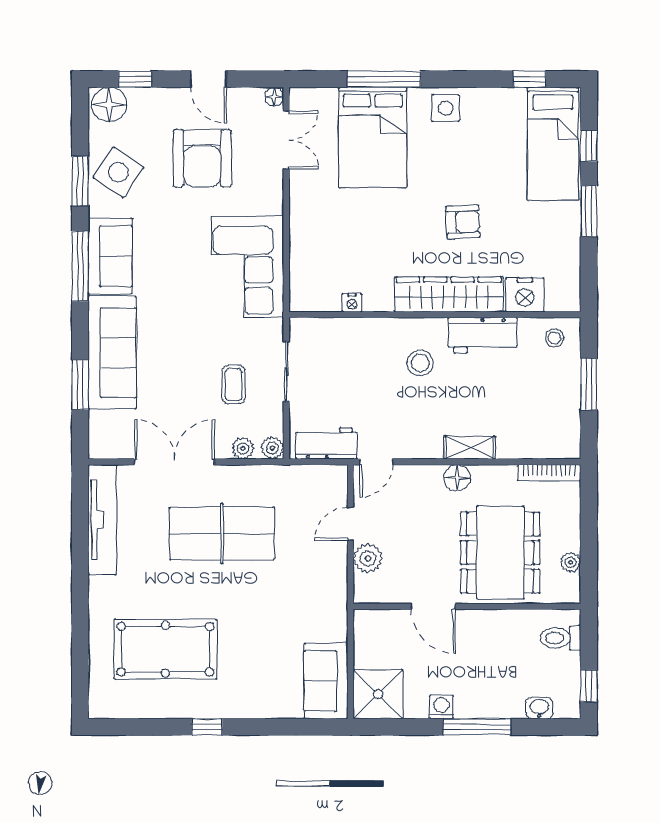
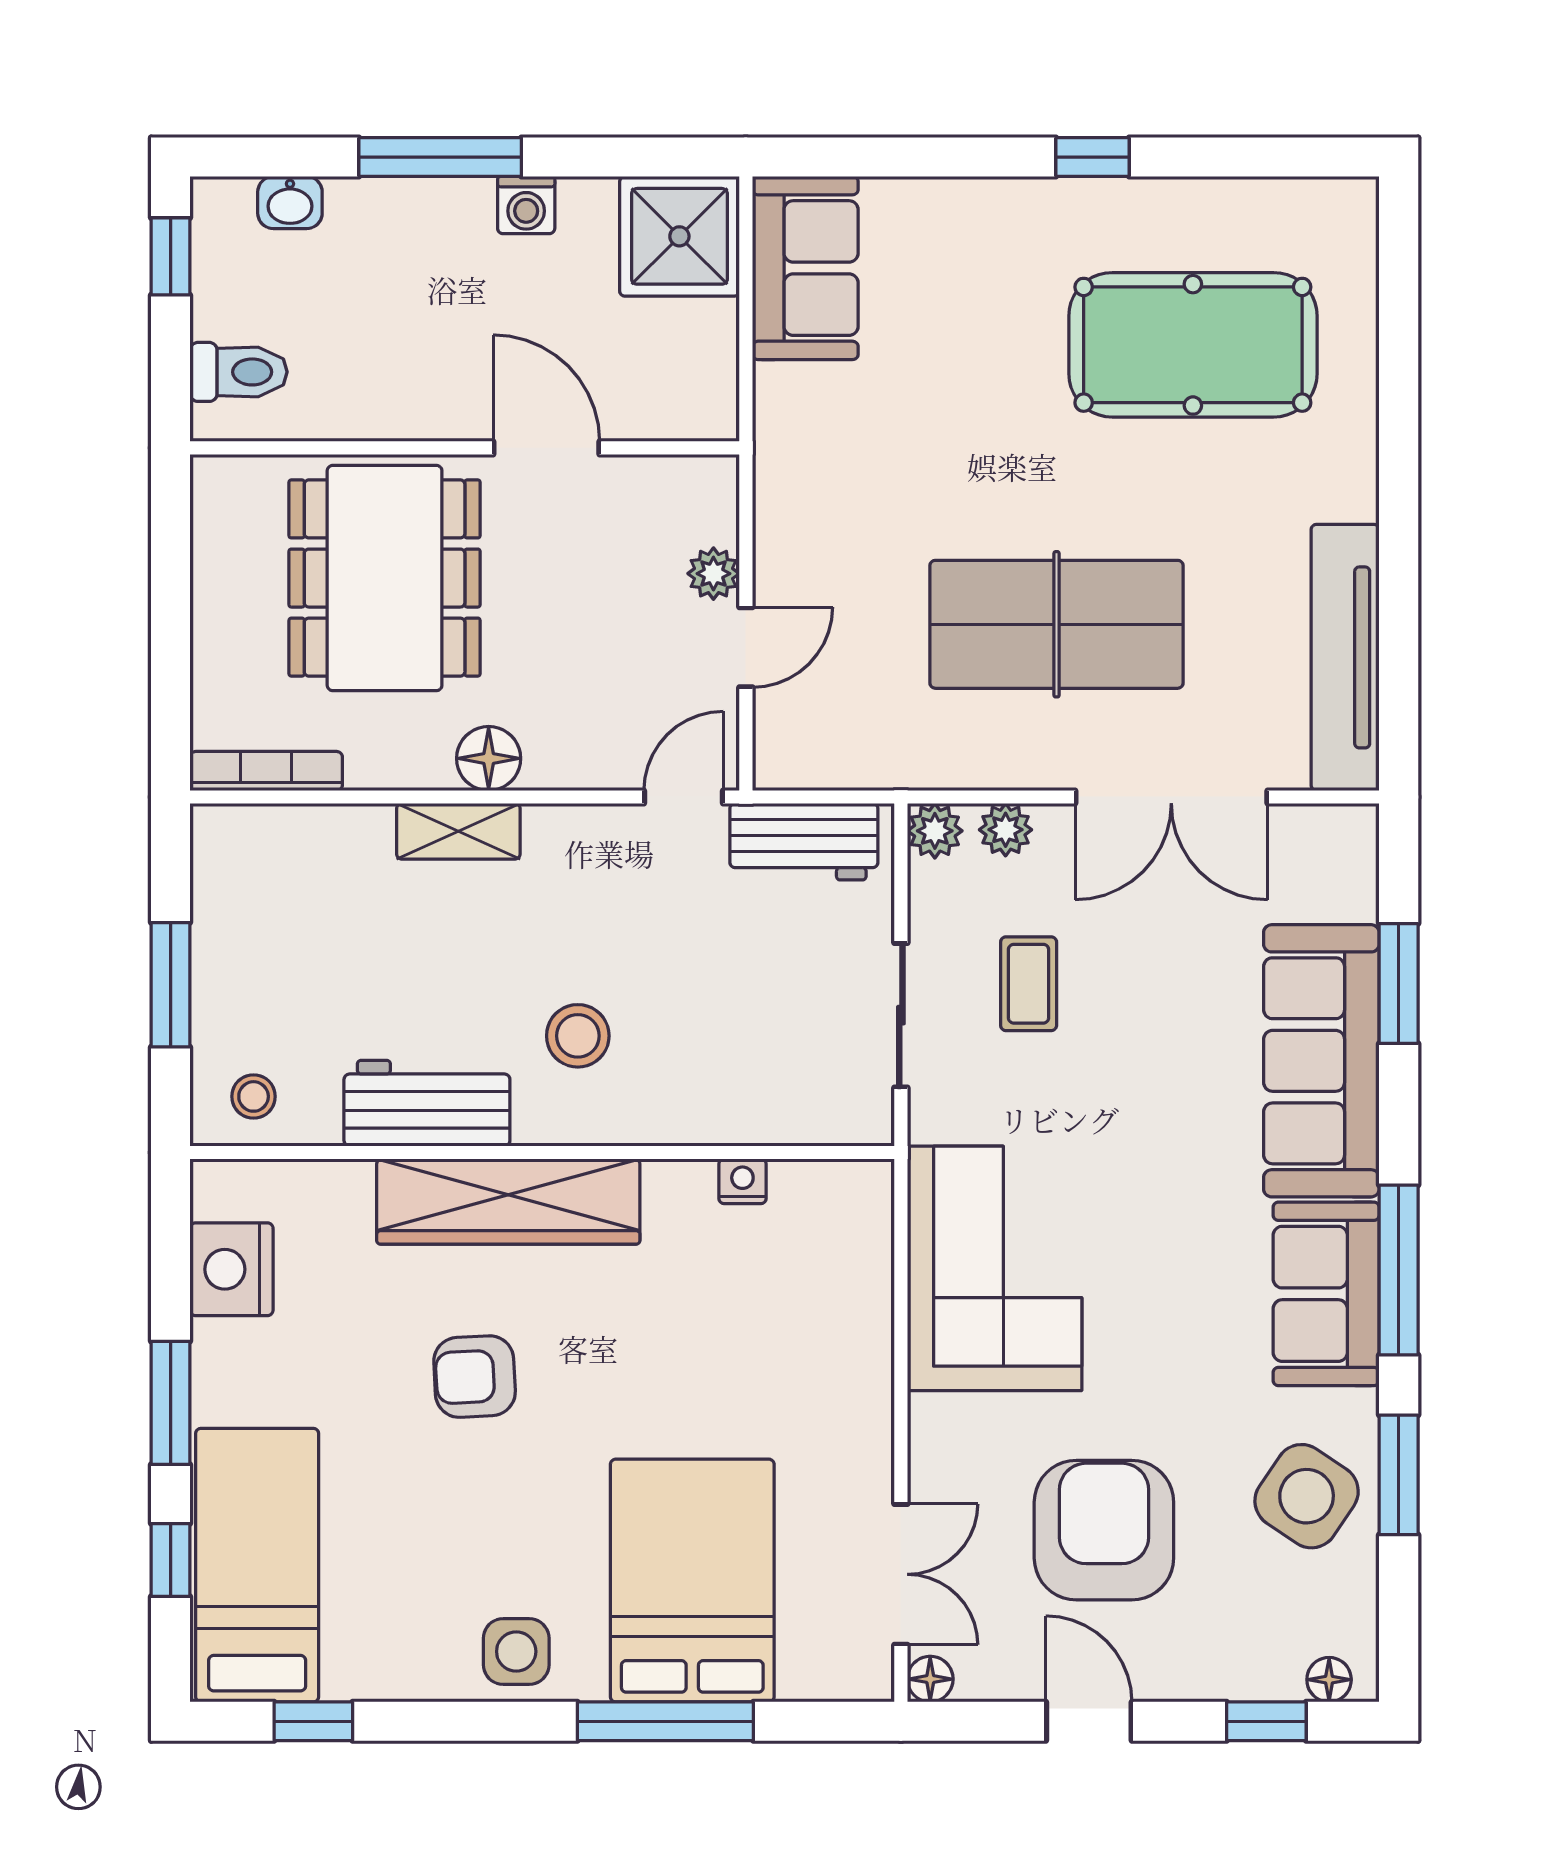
floor lamp: (109, 105) -> (1329, 1680), width x0.53, depth x0.53
double door: (286, 140) -> (901, 1574), swing flipped
nightstand: (525, 295) -> (231, 1269), moved, turned -90
plant: (368, 558) -> (713, 574), width x0.73, depth x0.73
plant: (571, 562) -> (214, 555), removed

